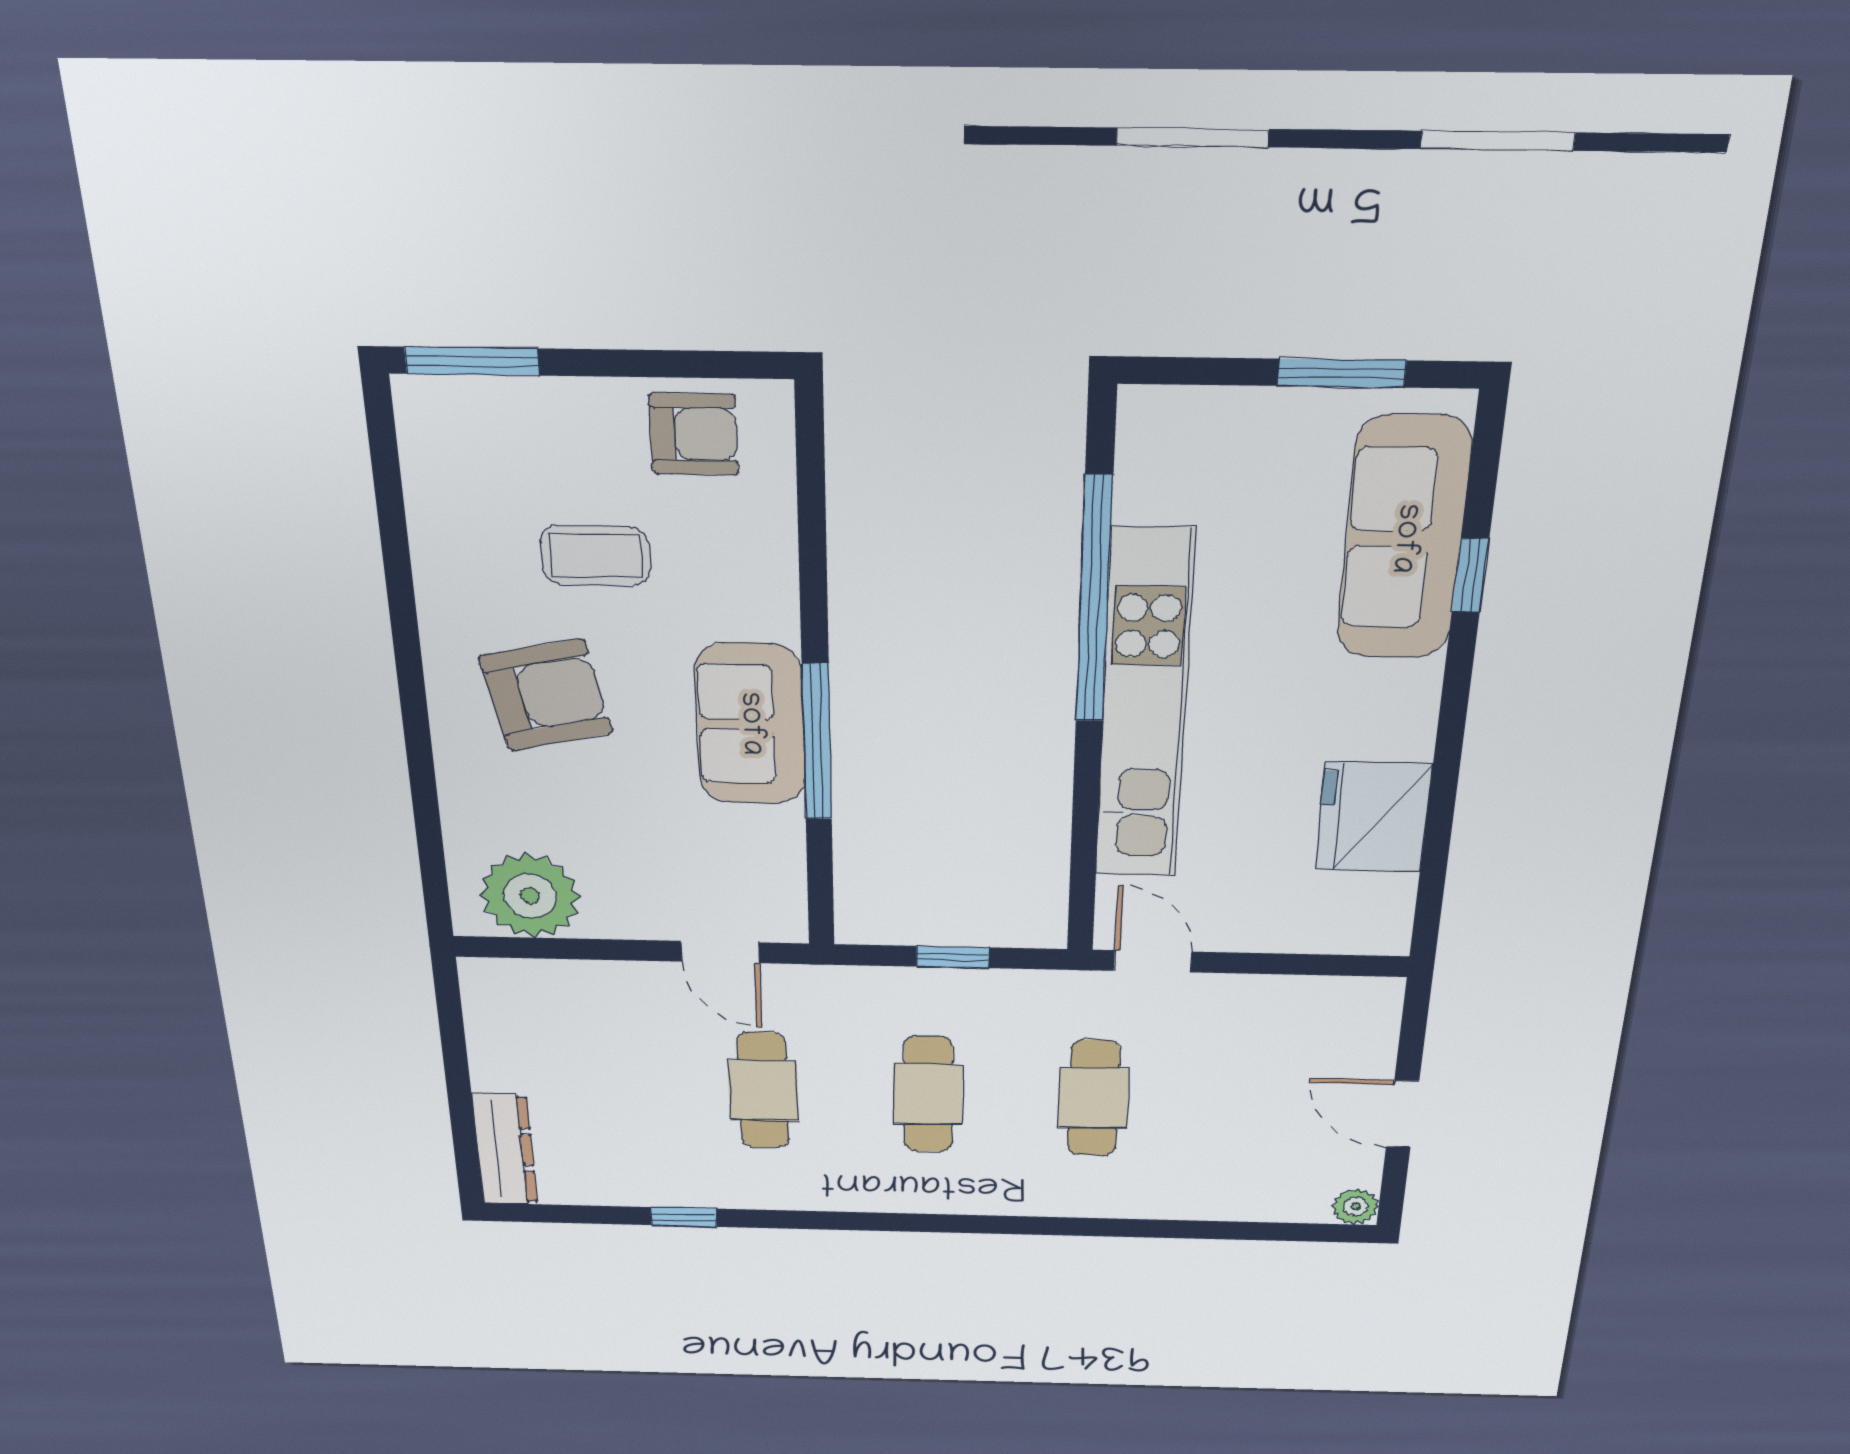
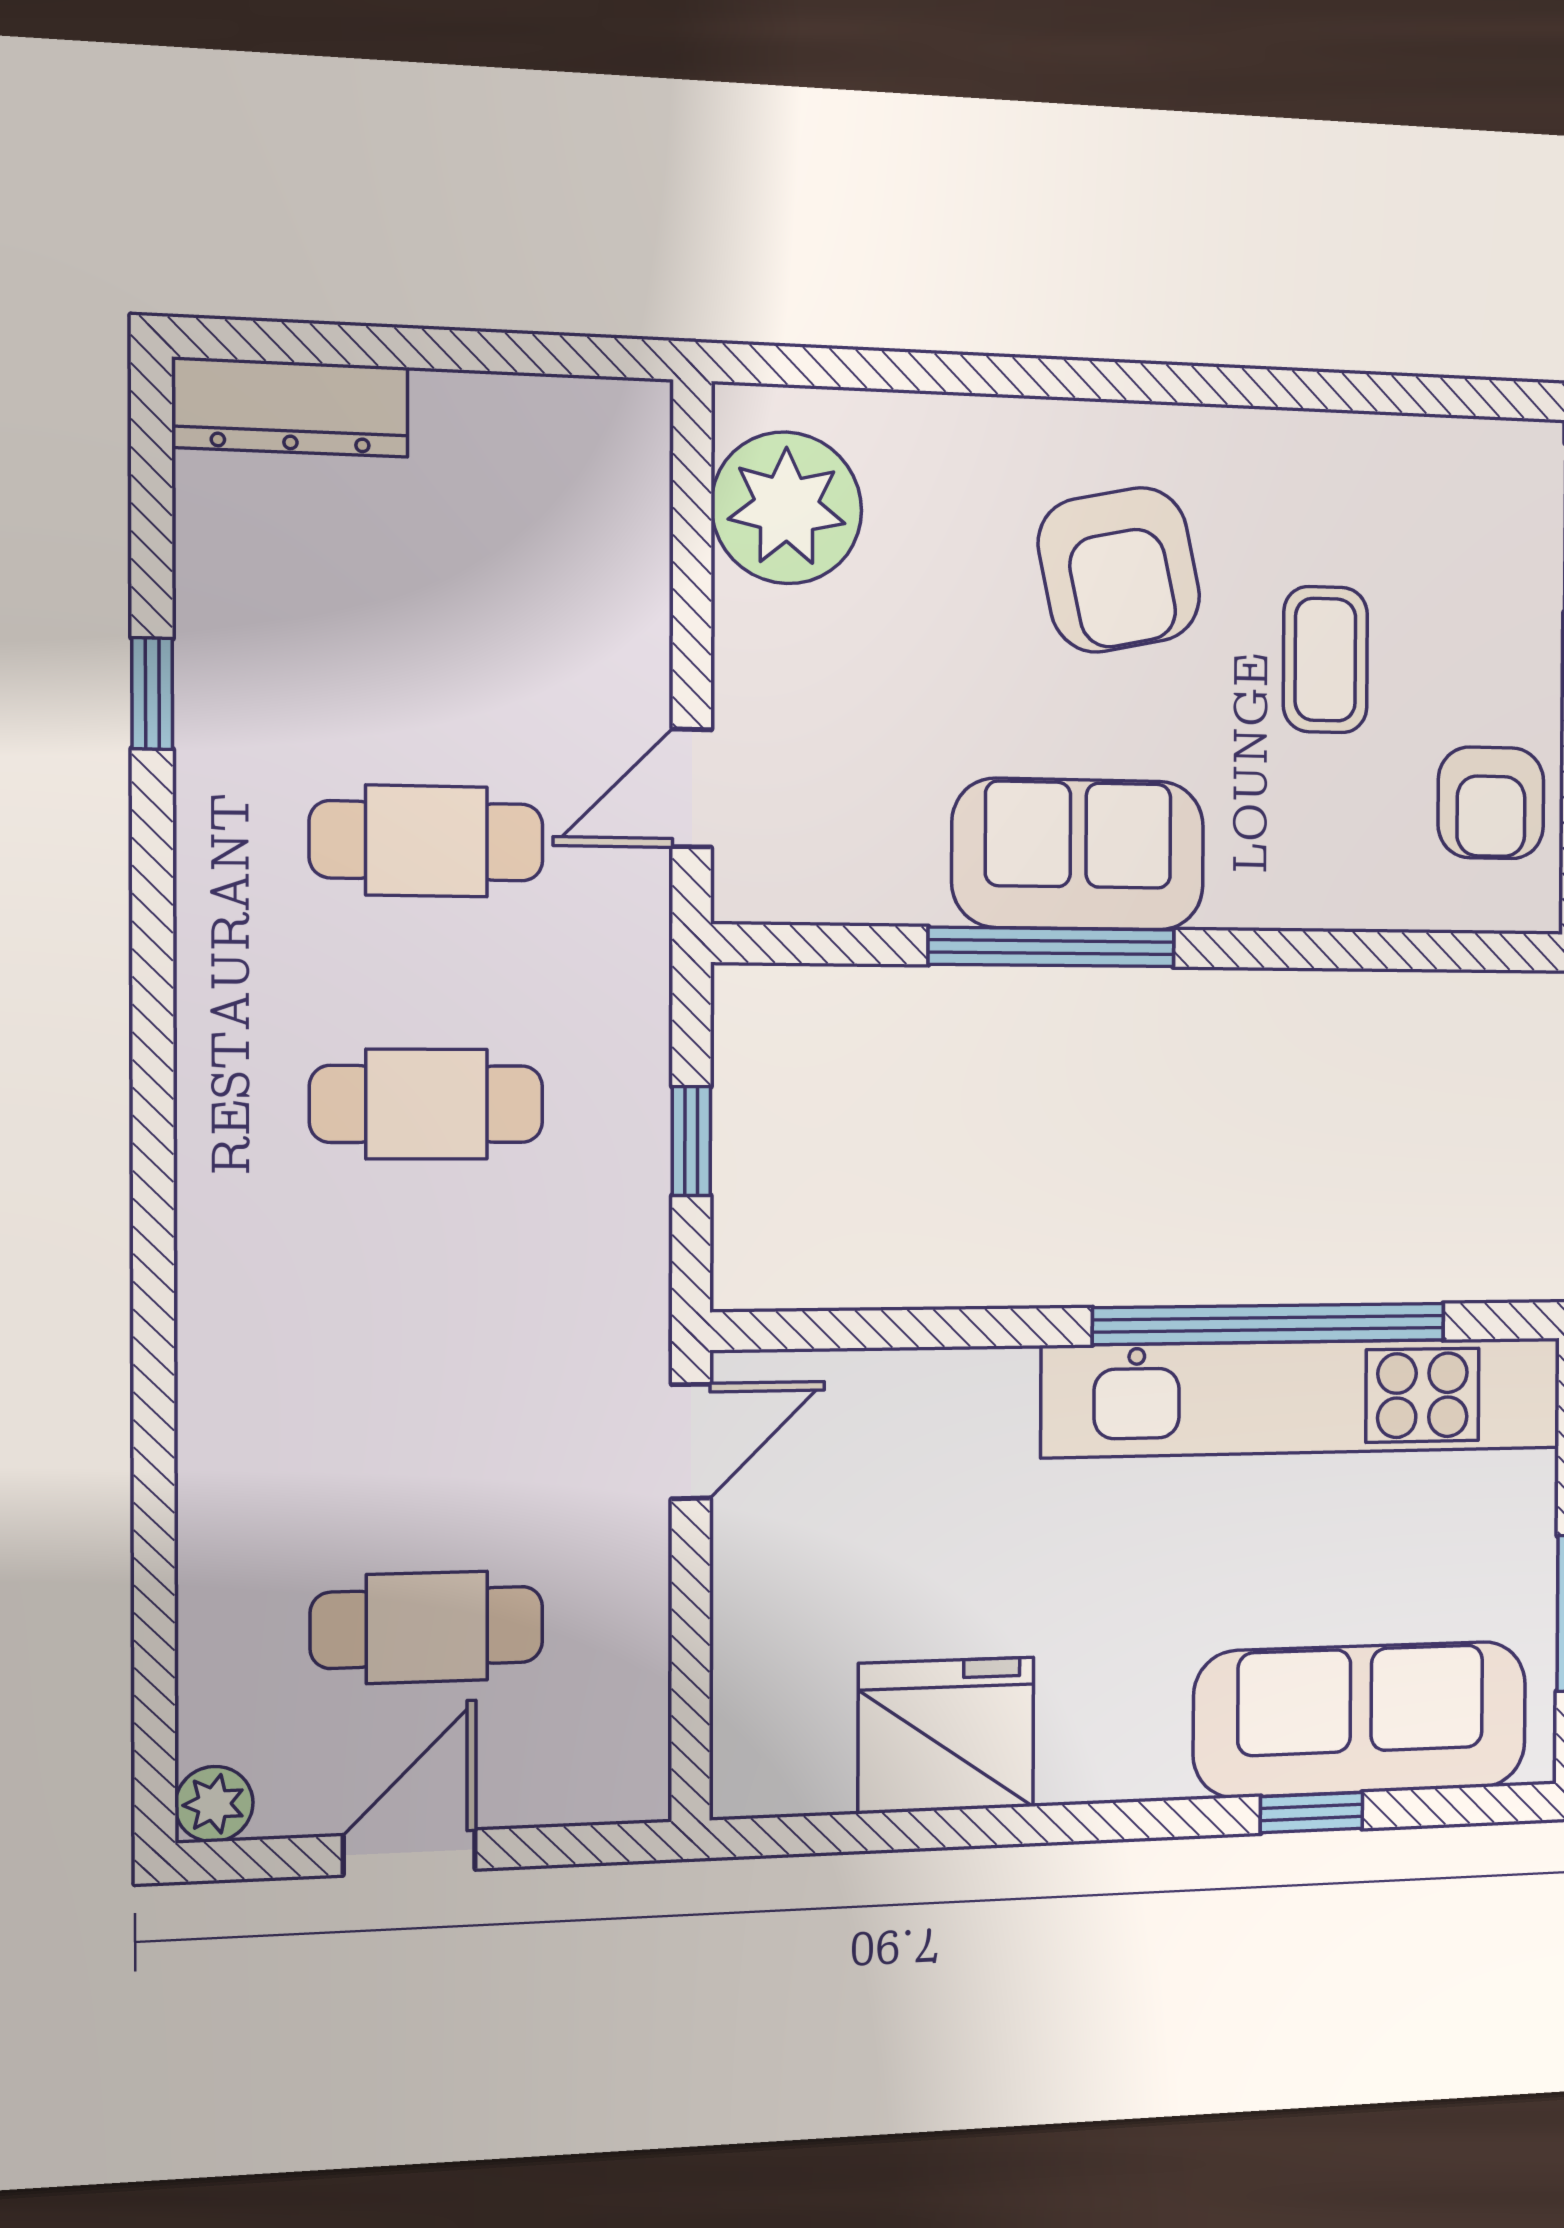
kitchen unit: (1144, 707) -> (1304, 1397), moved
cafe table: (1094, 1098) -> (427, 1627), moved

